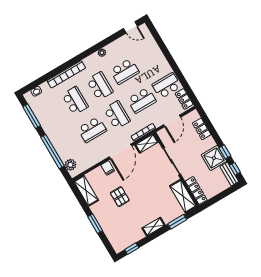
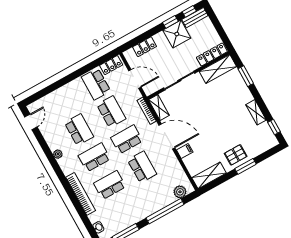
pallet: (120, 197) -> (236, 155), moved
shelving: (154, 227) -> (256, 112), moved

